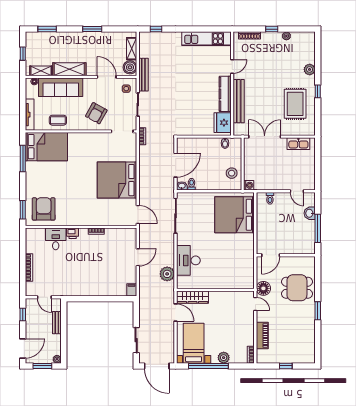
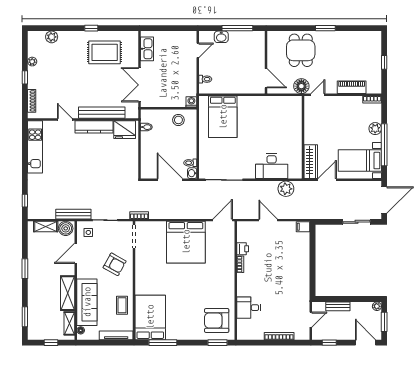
plant: (310, 69) -> (52, 37), moved
bed: (235, 215) -> (223, 117), width x0.73
printer: (73, 233) -> (243, 249), moved

